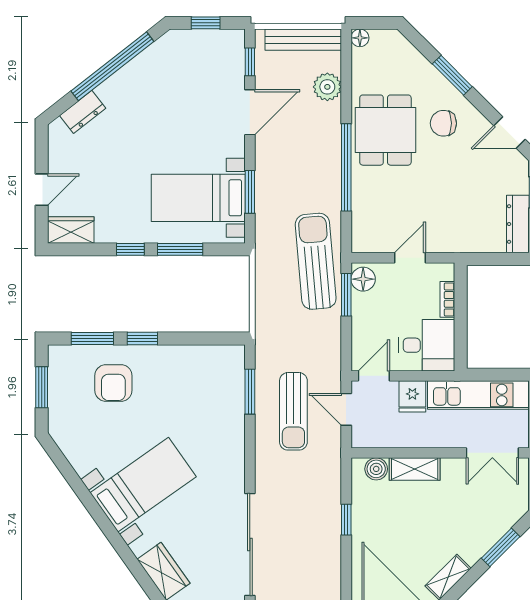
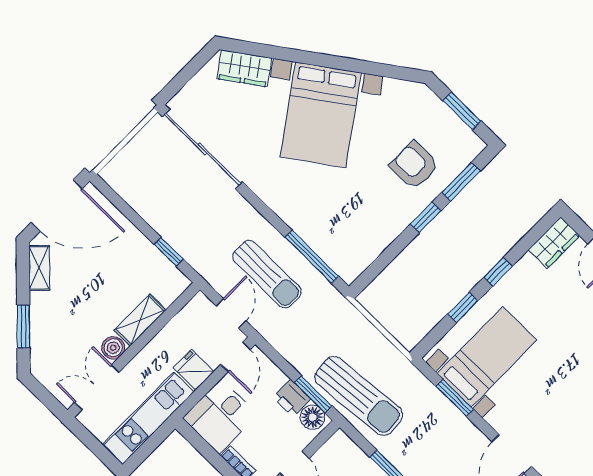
window: (180, 249) -> (463, 307), width x0.67
printer: (364, 307) -> (292, 398), added
window: (250, 392) -> (312, 257), width x1.44
door: (346, 409) -> (231, 313), hinge flipped
sun lounger: (293, 411) -> (267, 274), turned 180
boiler: (376, 469) -> (113, 348), moved
bed with nightstands: (143, 485) -> (321, 115), width x1.36
window: (346, 520) -> (169, 252), moved

